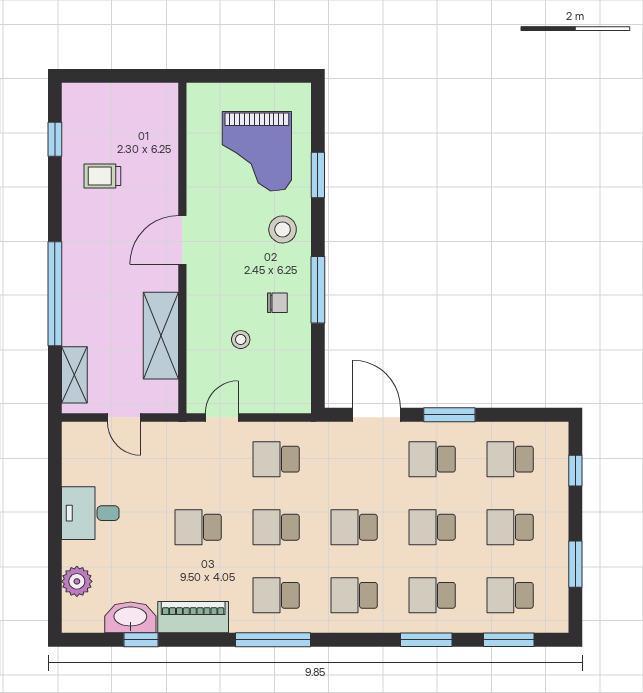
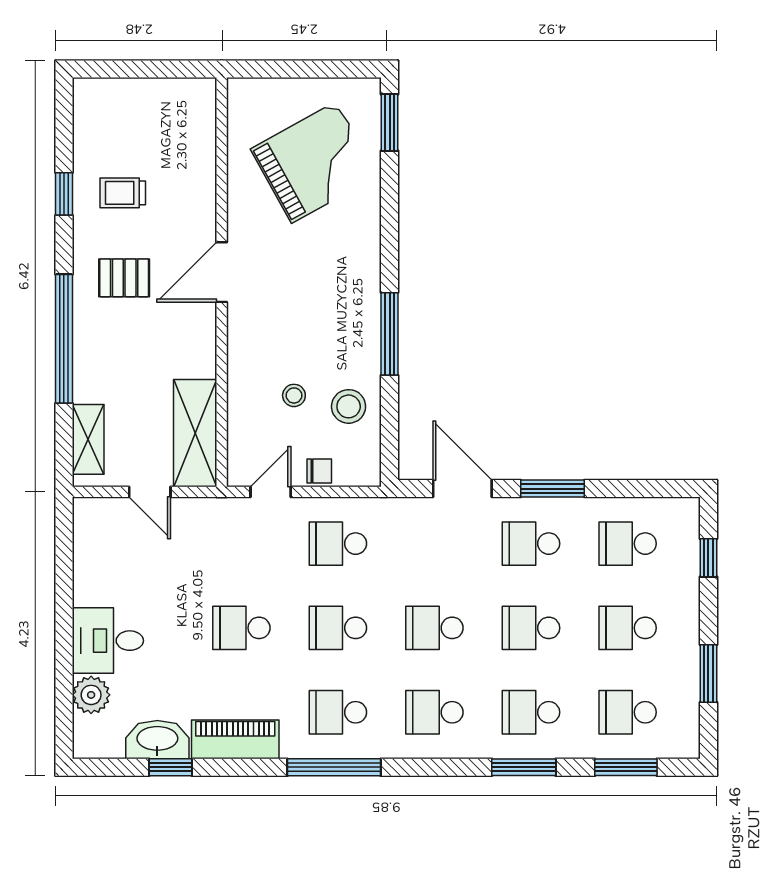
window: (55, 139) -> (64, 194), moved
grand piano: (257, 151) -> (314, 162), turned -119
window: (318, 175) -> (390, 122), moved
stool: (283, 229) -> (349, 406), moved
pallet: (104, 245) -> (124, 278), added
chair: (277, 303) -> (319, 471), moved
shelving: (161, 336) -> (195, 433), moved
desk: (90, 513) -> (108, 641), moved

